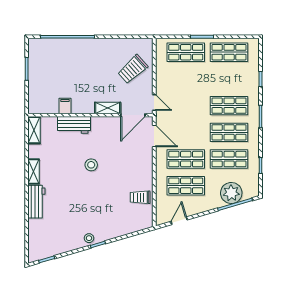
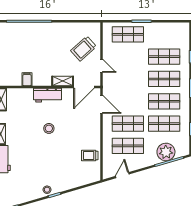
shop shelf: (229, 52) -> (164, 57), moved
door: (154, 103) -> (102, 66), moved
workbench: (74, 125) -> (48, 95), moved

